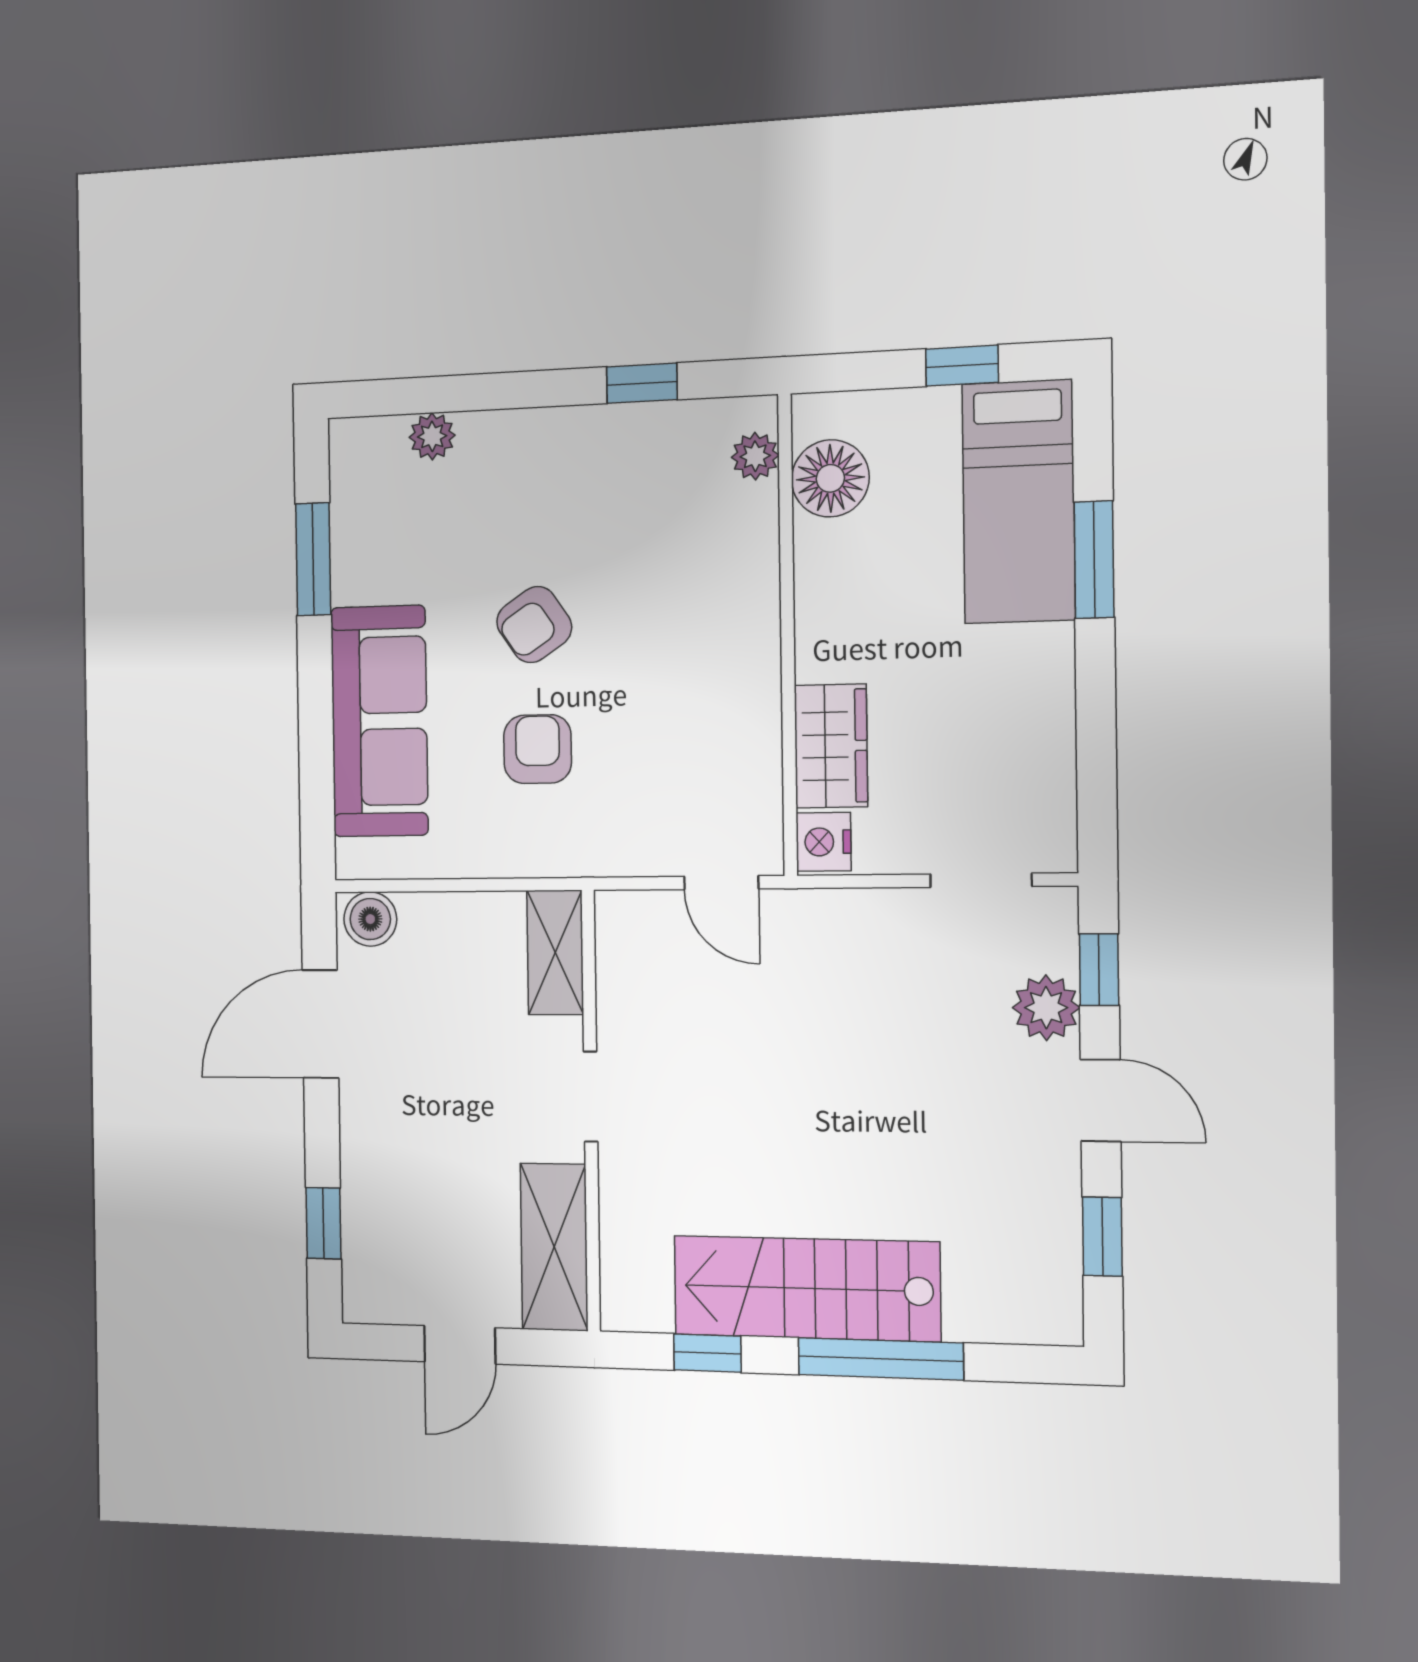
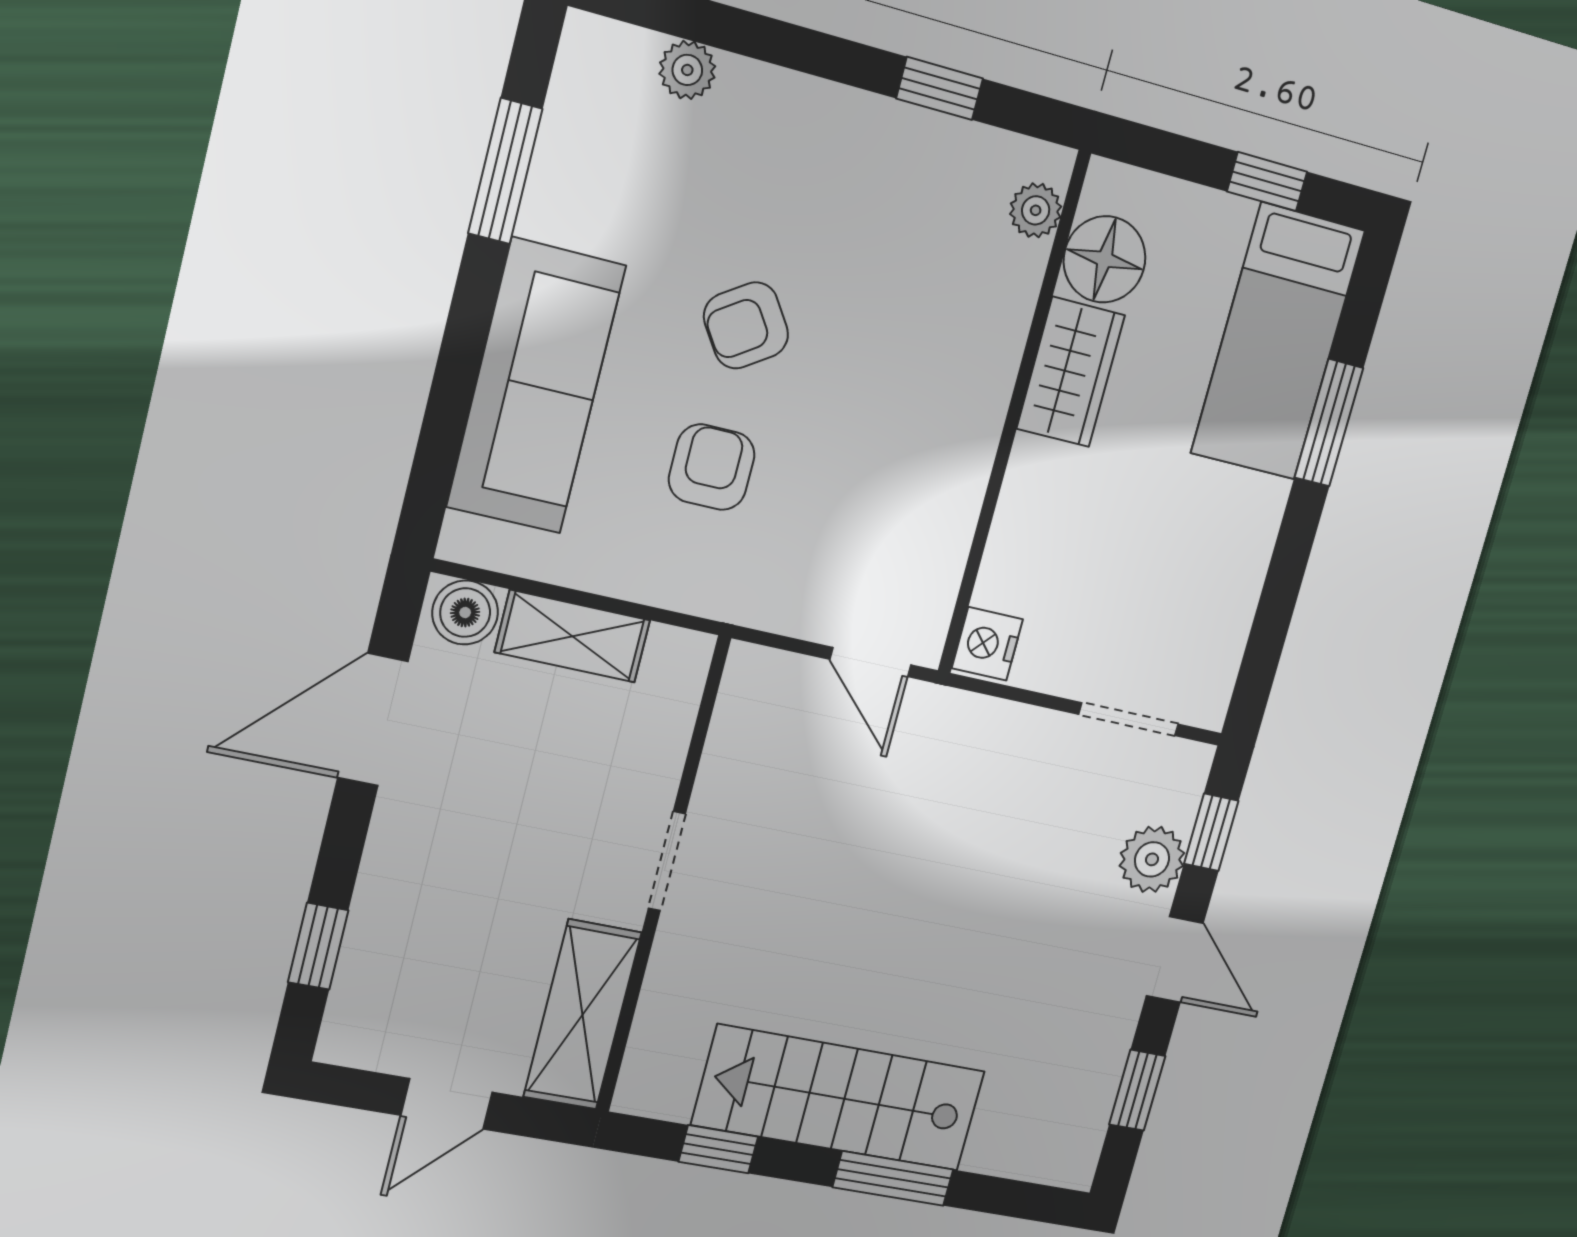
wardrobe: (831, 746) -> (1071, 372), moved
shelving: (555, 952) -> (573, 636), moved, turned 90
window: (881, 1359) -> (893, 1178), width x0.69

